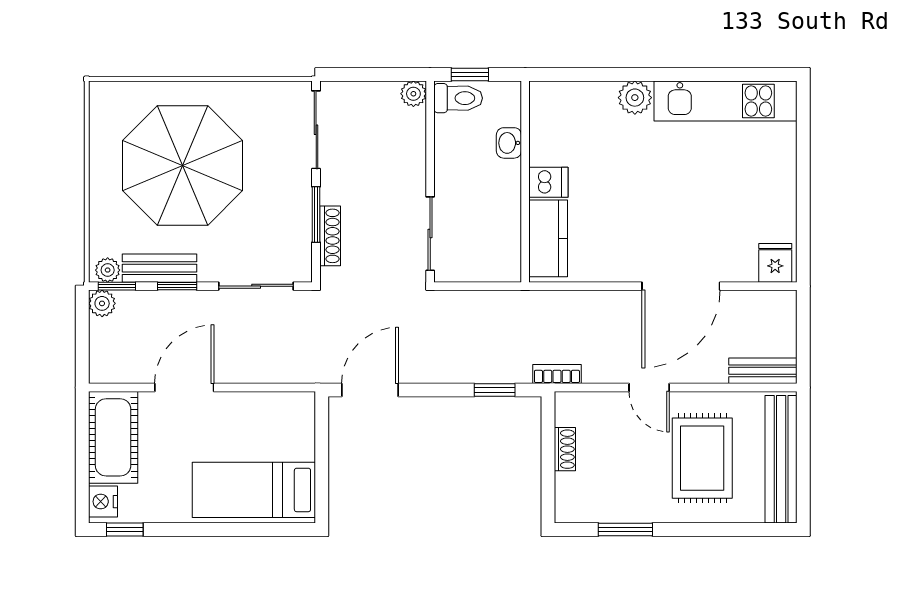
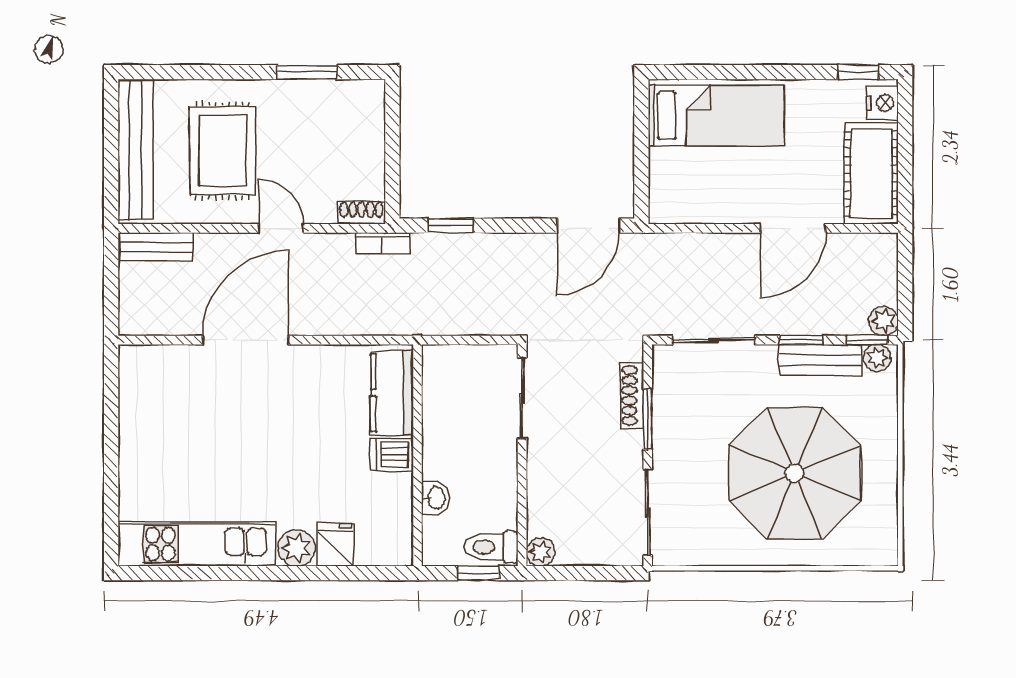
fridge: (775, 263) -> (336, 545), moved, turned 180
shoe rack: (565, 449) -> (361, 213), moved, turned 90

